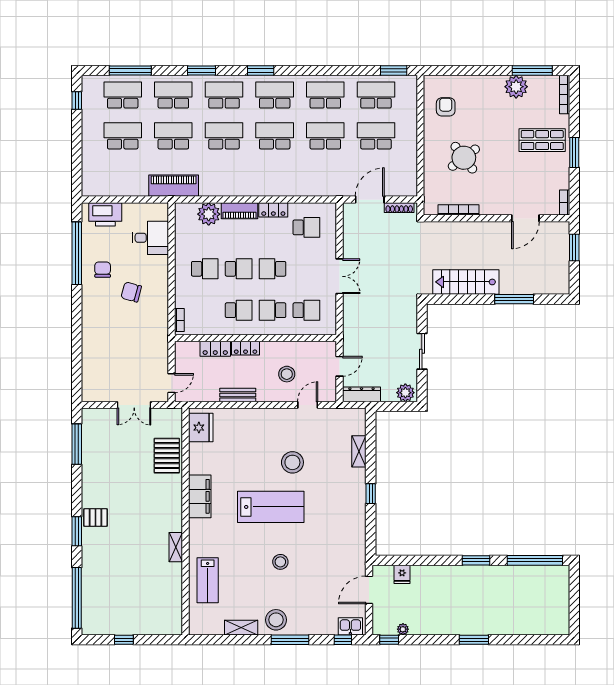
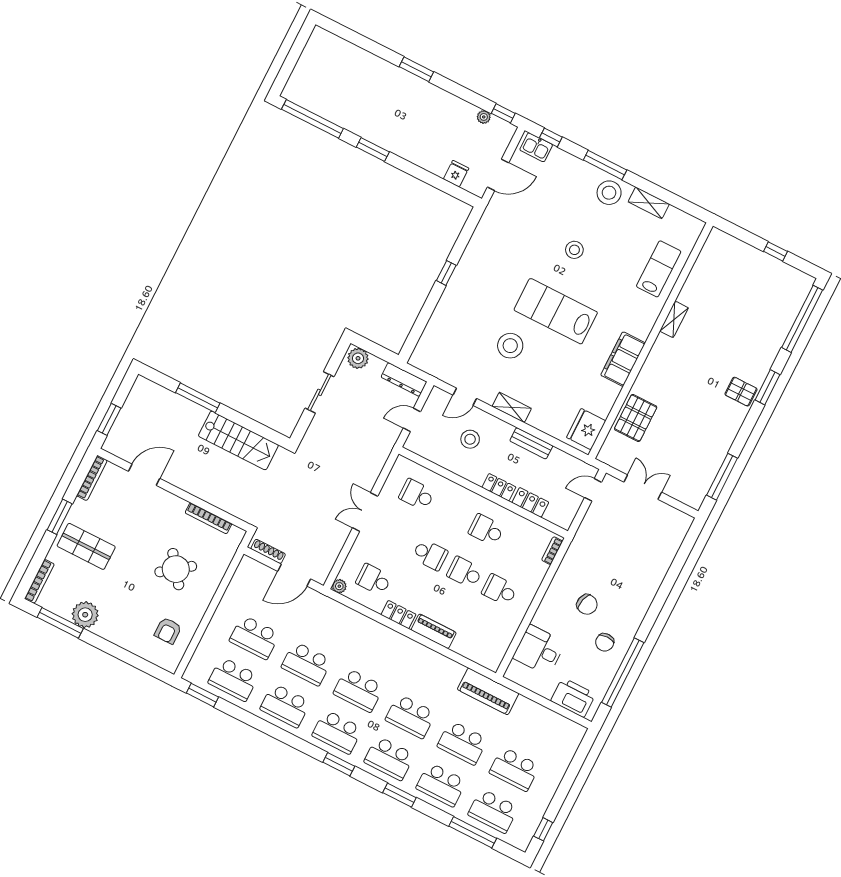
bookcase: (565, 202) -> (92, 478), width x1.56
plant: (209, 214) -> (339, 586), moved, width x0.53, depth x0.53
school desk: (272, 310) -> (451, 512), removed
shelving: (359, 451) -> (512, 407), moved, turned 90

